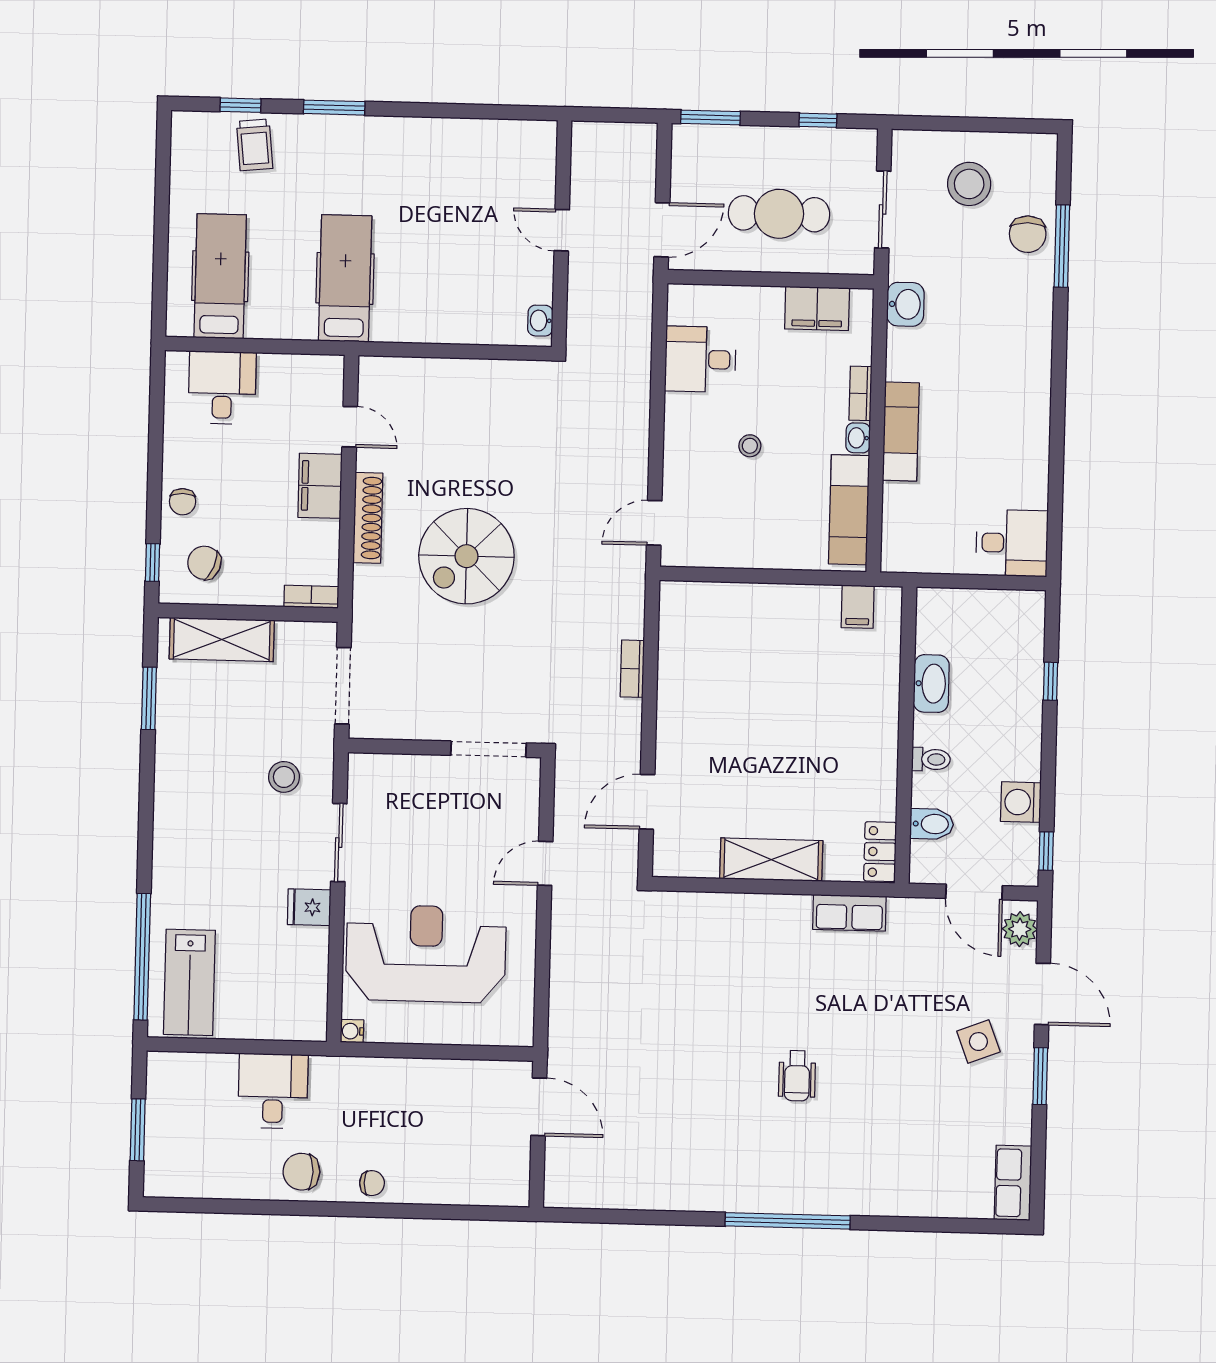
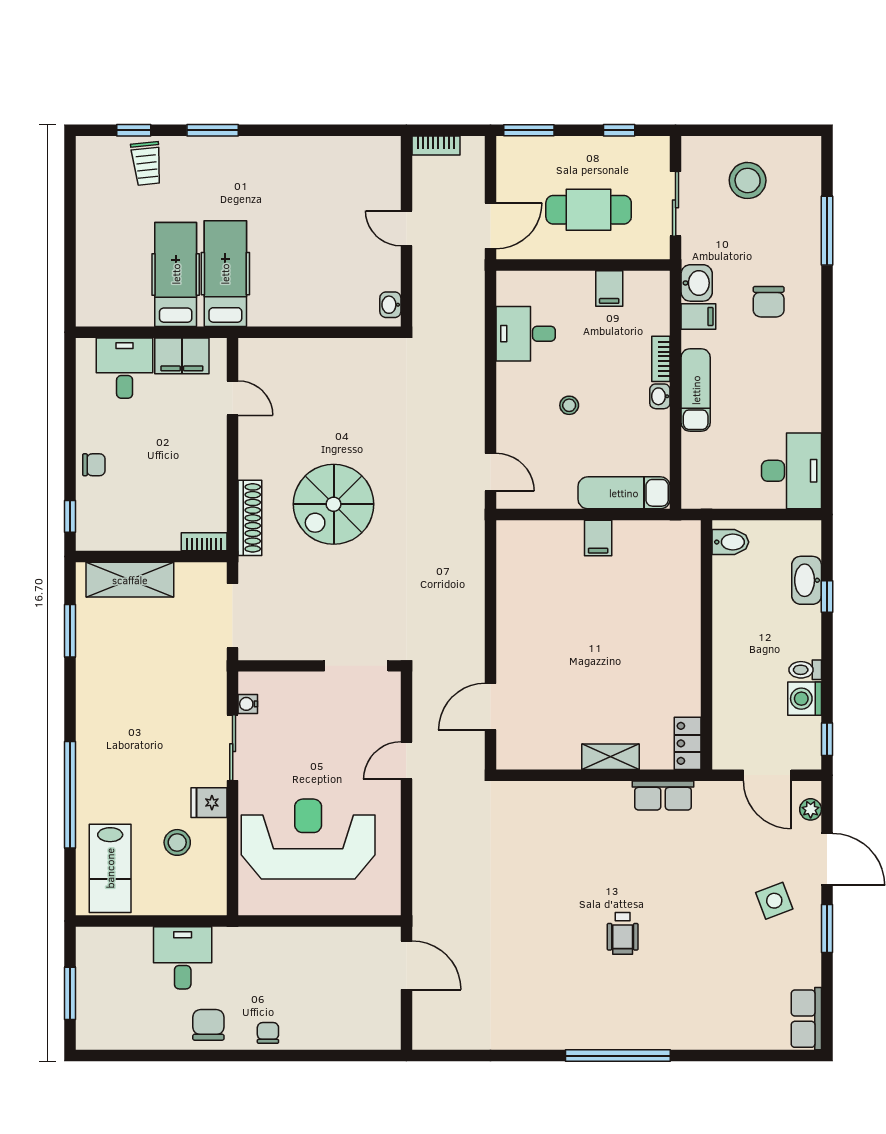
chair: (1028, 234) -> (769, 302), moved
hospital bed: (220, 276) -> (176, 274), moved
filing cabinet: (817, 308) -> (609, 288), width x0.50
filing cabinet: (906, 344) -> (698, 316), added
filing cabinet: (320, 486) -> (182, 356), moved, turned -90
chair: (183, 502) -> (94, 465), turned -90
exam couch: (849, 510) -> (624, 493), moved, turned 90
shoe rack: (368, 518) -> (250, 518), moved
door: (654, 523) -> (491, 472), swing flipped
desk: (1012, 543) -> (791, 471), width x1.37
chair: (204, 563) -> (113, 516), removed
filing cabinet: (858, 607) -> (598, 538), moved
bookcase: (632, 669) -> (436, 146), moved, turned -90
washbasin: (931, 684) -> (807, 580), moved, turned 180
toilet: (931, 759) -> (805, 670), moved, turned 180
stool: (284, 777) -> (177, 842), moved
bidet: (932, 824) -> (730, 542), moved
shelving: (771, 860) -> (611, 757), width x0.67, depth x0.75
plant: (1020, 929) -> (811, 809), width x0.73, depth x0.73
window: (142, 957) -> (70, 795), moved
water cooler: (352, 1031) -> (248, 704), moved
chair: (301, 1172) -> (208, 1025), turned 90
chair: (372, 1183) -> (268, 1033), turned -90

